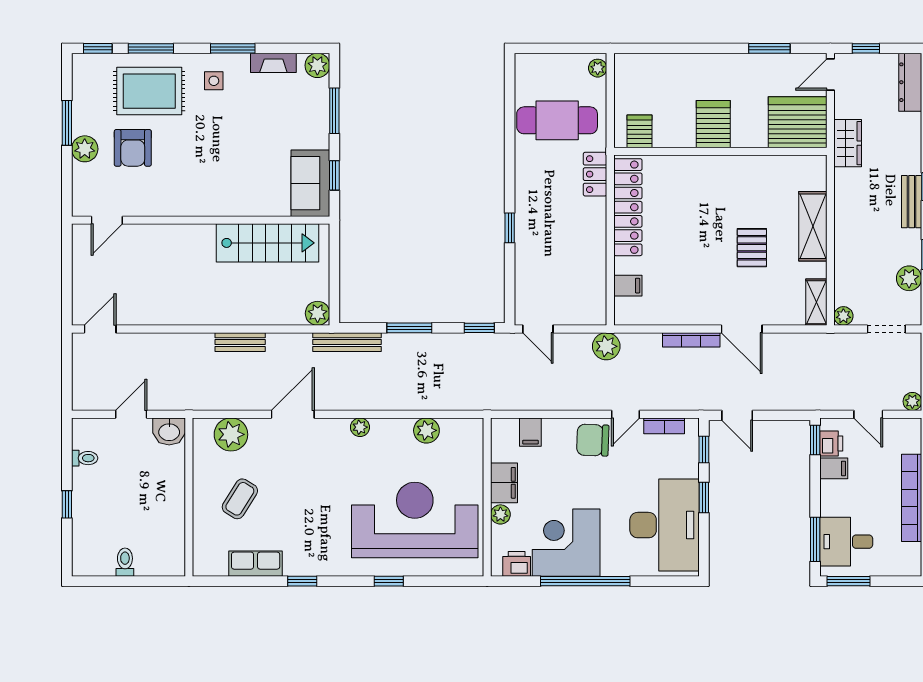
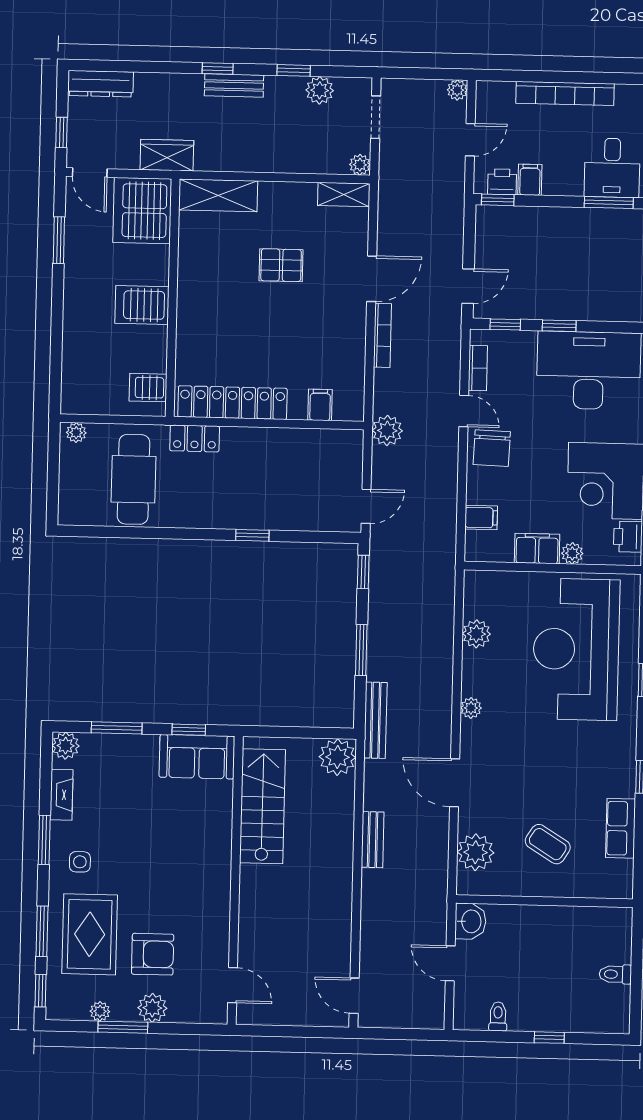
plant: (81, 102) -> (100, 1011), added
shelving: (813, 226) -> (218, 195), moved
plant: (318, 313) -> (337, 757), width x1.36, depth x1.36

